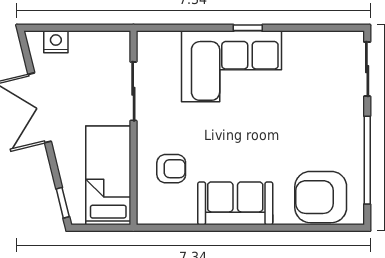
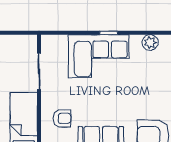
plant: (316, 44) -> (150, 42), added

